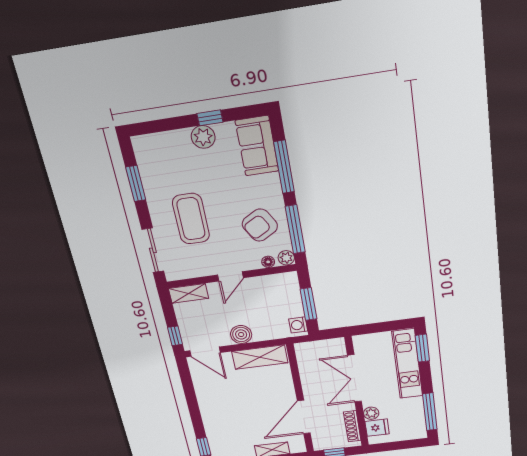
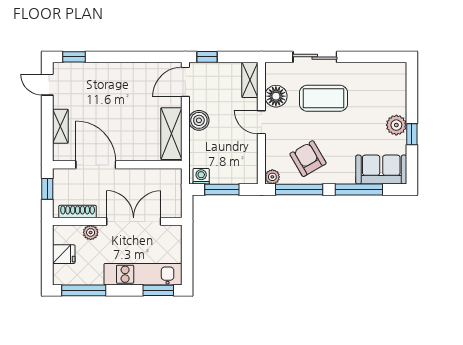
window: (136, 184) -> (364, 57), removed
sliding door: (153, 250) -> (315, 57), moved
floor lamp: (268, 262) -> (276, 96), moved, width x1.89, depth x1.89
fridge: (377, 428) -> (64, 254), moved, turned -90

